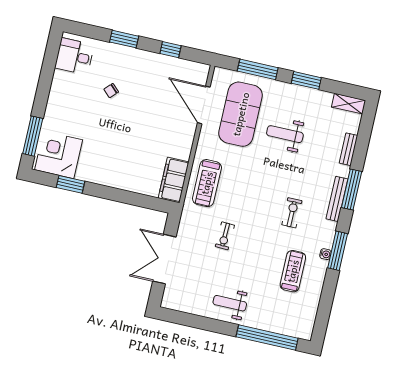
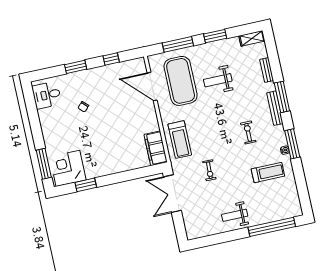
double door: (164, 259) -> (172, 194), moved
treadmill: (293, 271) -> (268, 173), turned 90

